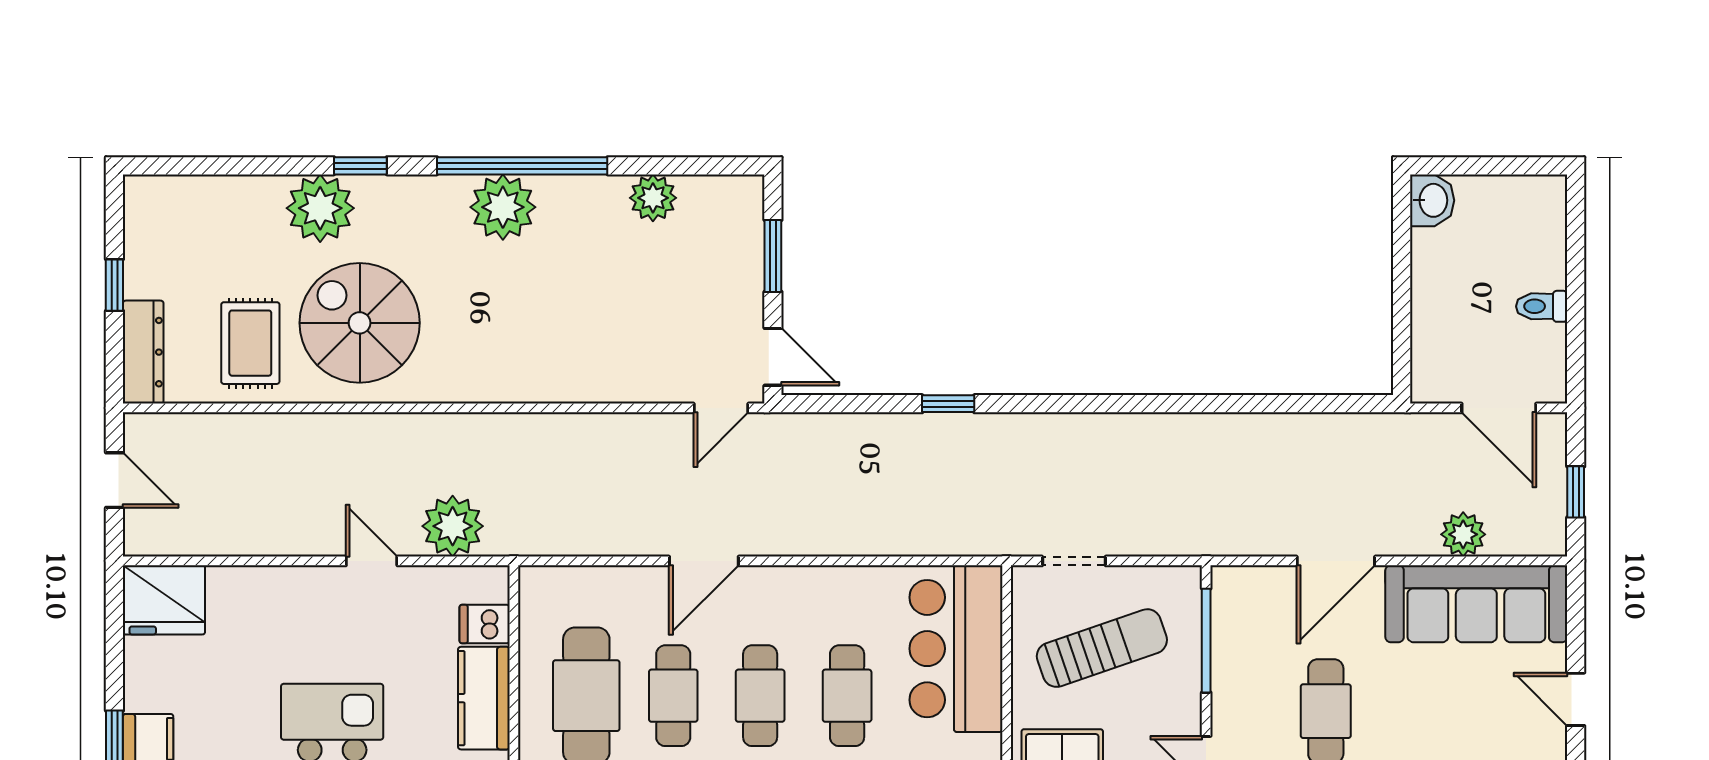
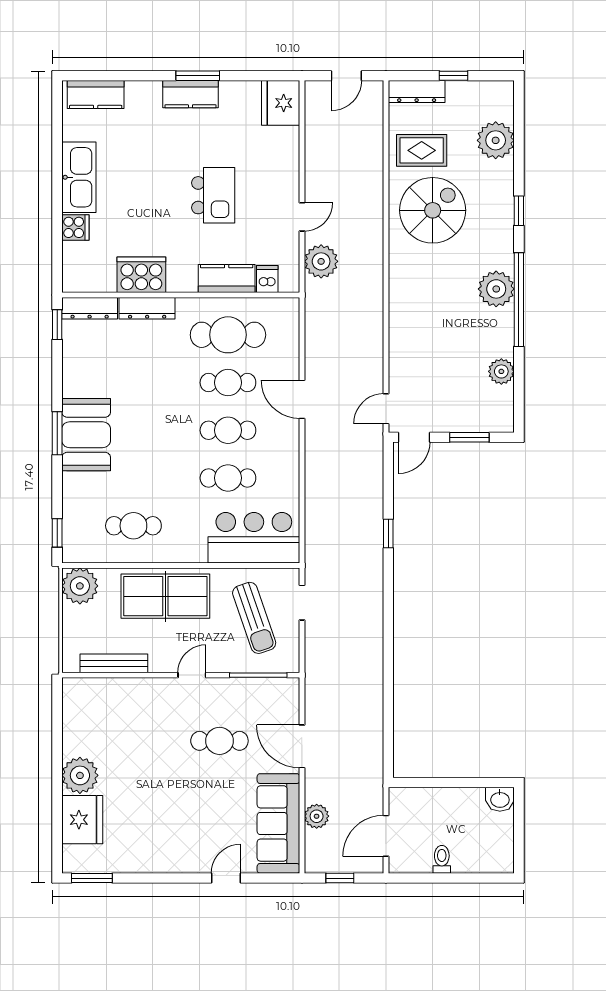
plant: (320, 208) -> (496, 140), moved
door: (721, 408) -> (386, 409), hinge flipped

